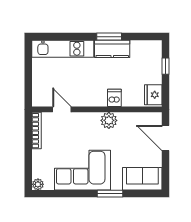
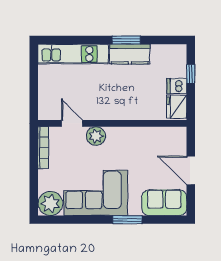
dishwasher: (114, 98) -> (177, 86), moved, turned -90
plant: (109, 120) -> (96, 136), moved
door: (166, 138) -> (191, 170), moved
plant: (38, 184) -> (50, 203), width x1.88, depth x1.88

